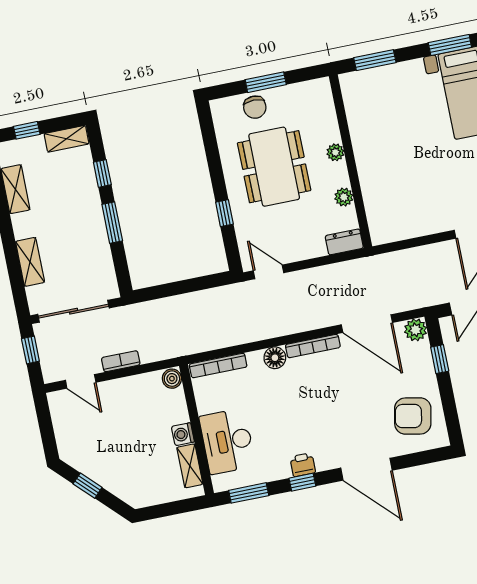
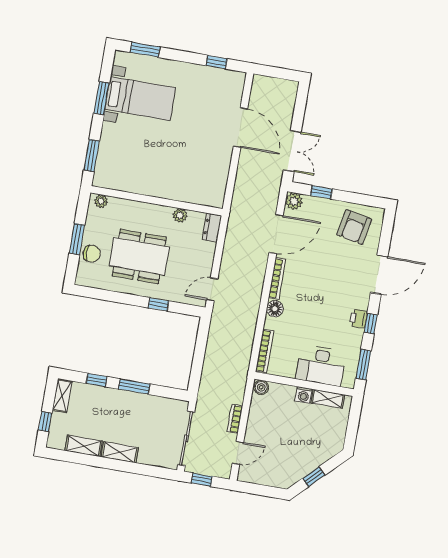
plant: (335, 152) -> (101, 201), moved
shelving: (30, 262) -> (120, 452), moved

